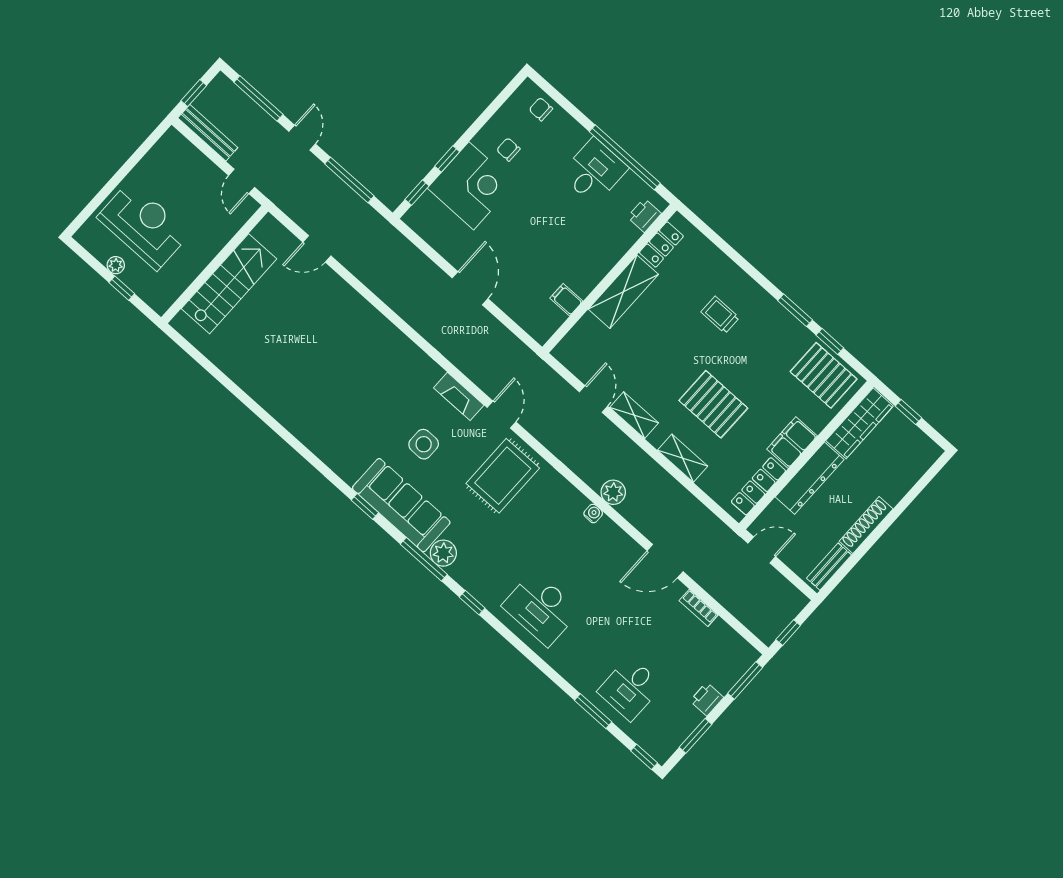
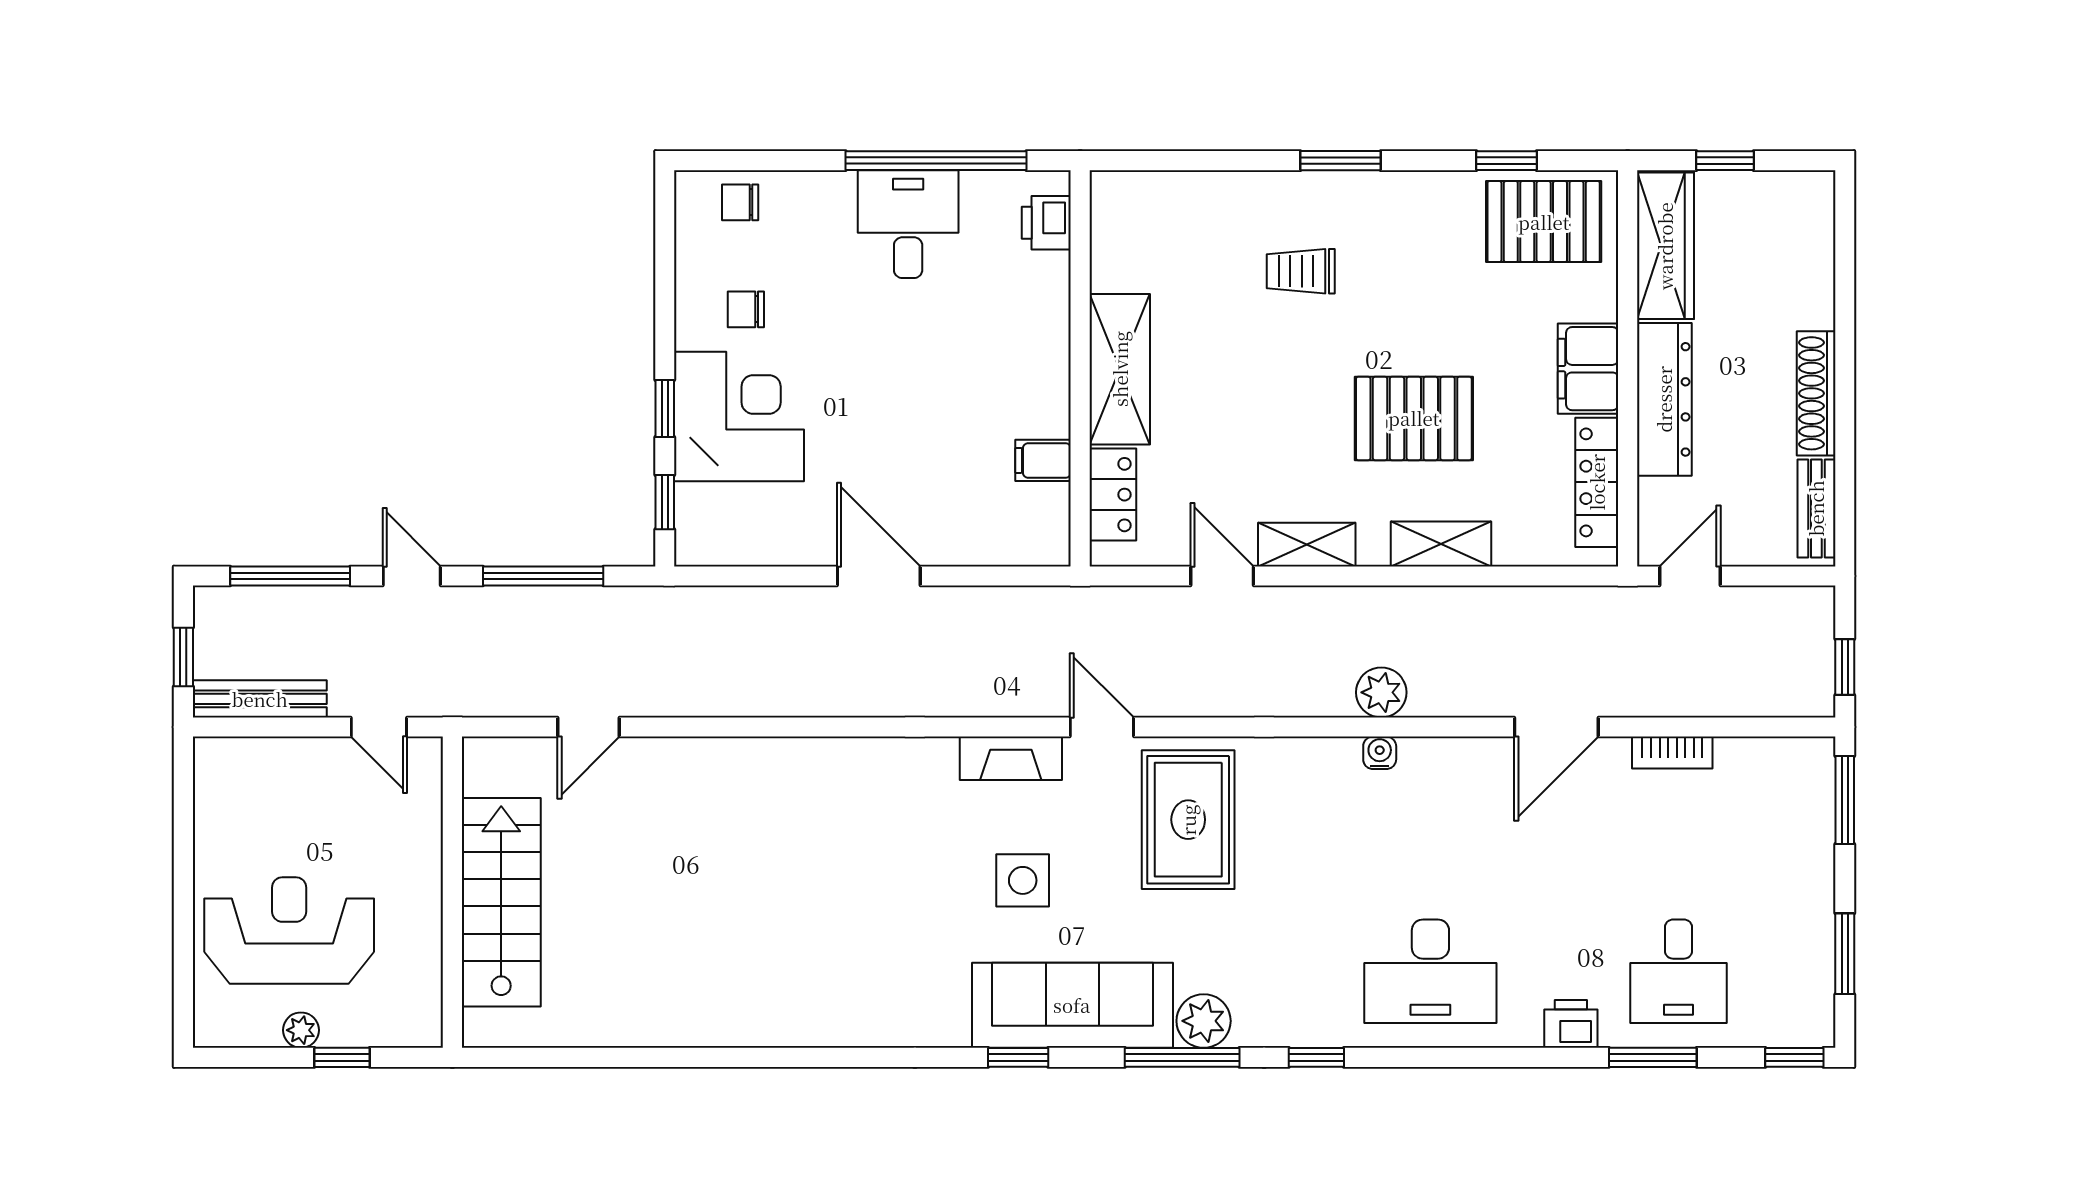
locker: (661, 244) -> (1113, 495), moved
window: (795, 310) -> (1341, 161), moved
printer: (707, 699) -> (1571, 1024), moved, turned 90

